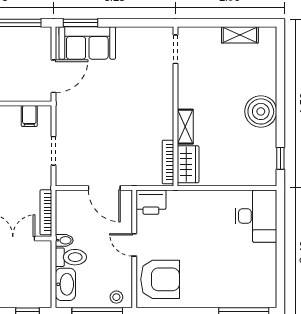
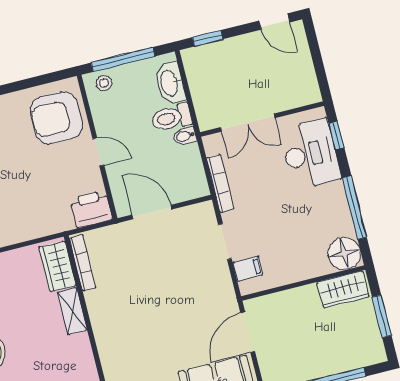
filing cabinet: (29, 116) -> (248, 269), moved, turned 90
bookcase: (46, 212) -> (220, 183), moved

